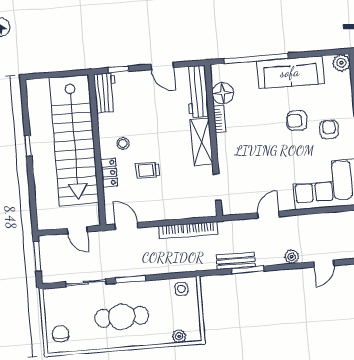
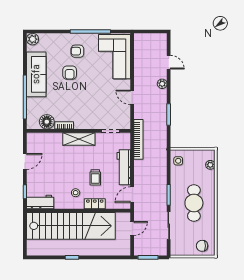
workbench: (197, 92) -> (124, 167), moved, turned 90
bookcase: (188, 230) -> (138, 139), moved
bench: (236, 261) -> (162, 122), removed

